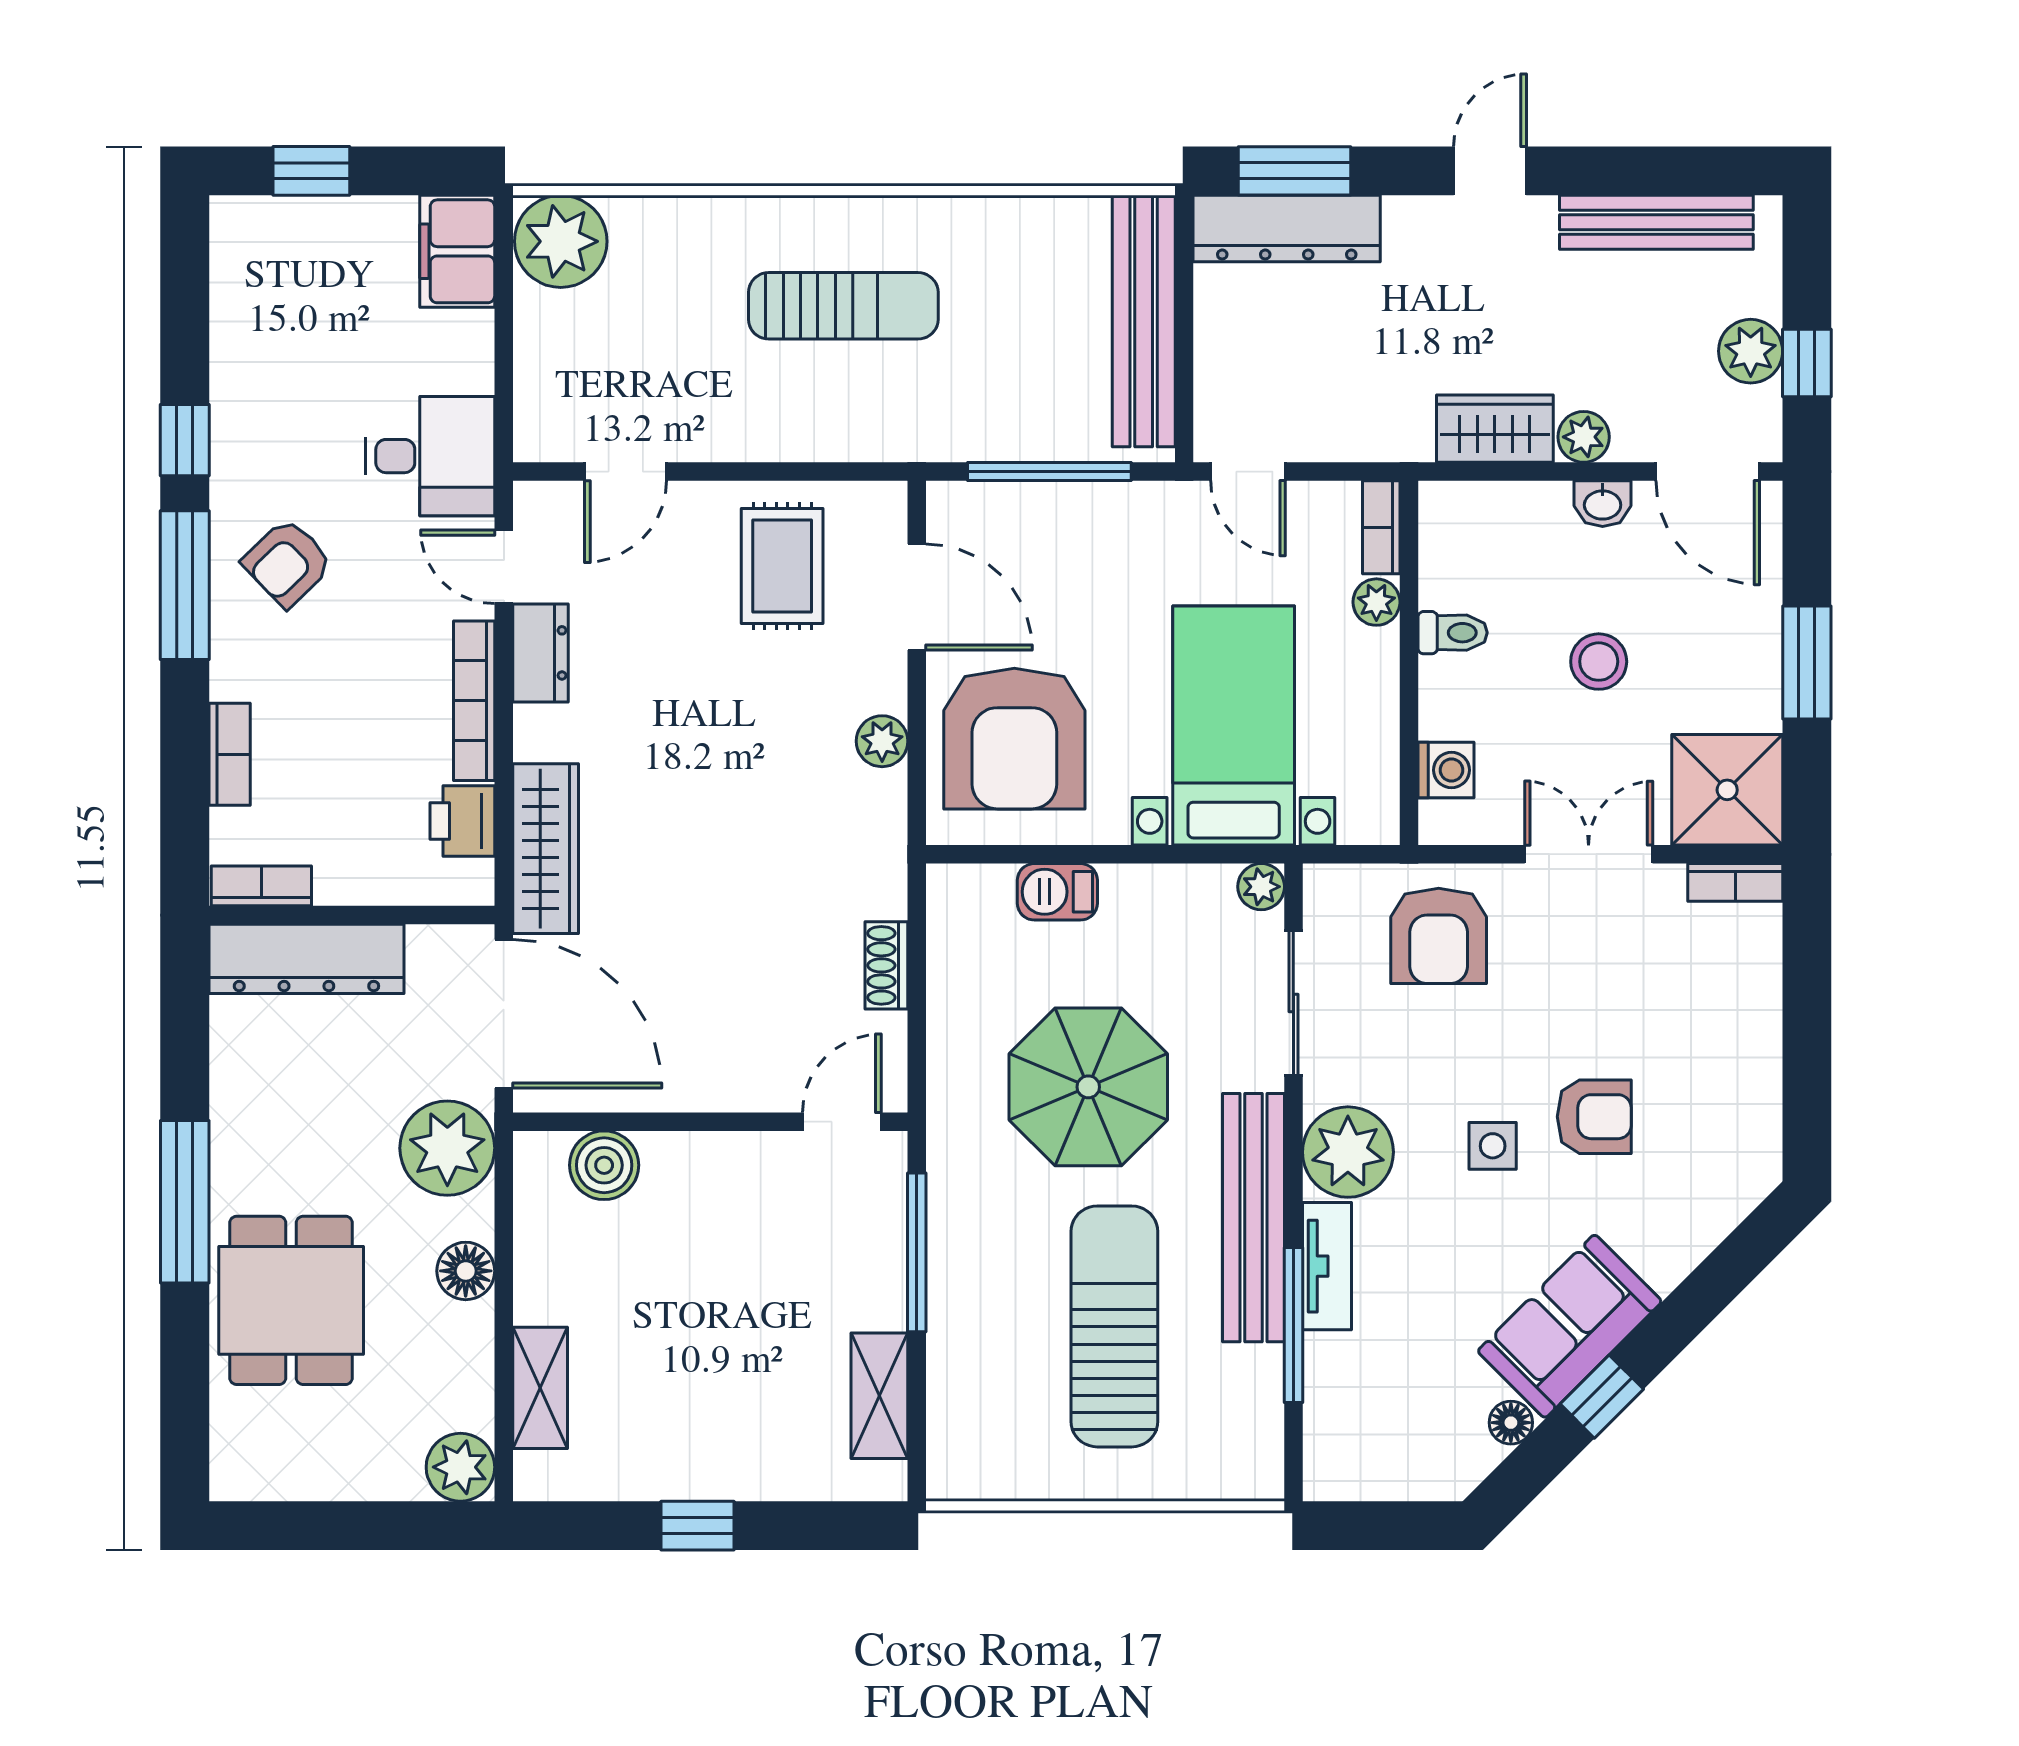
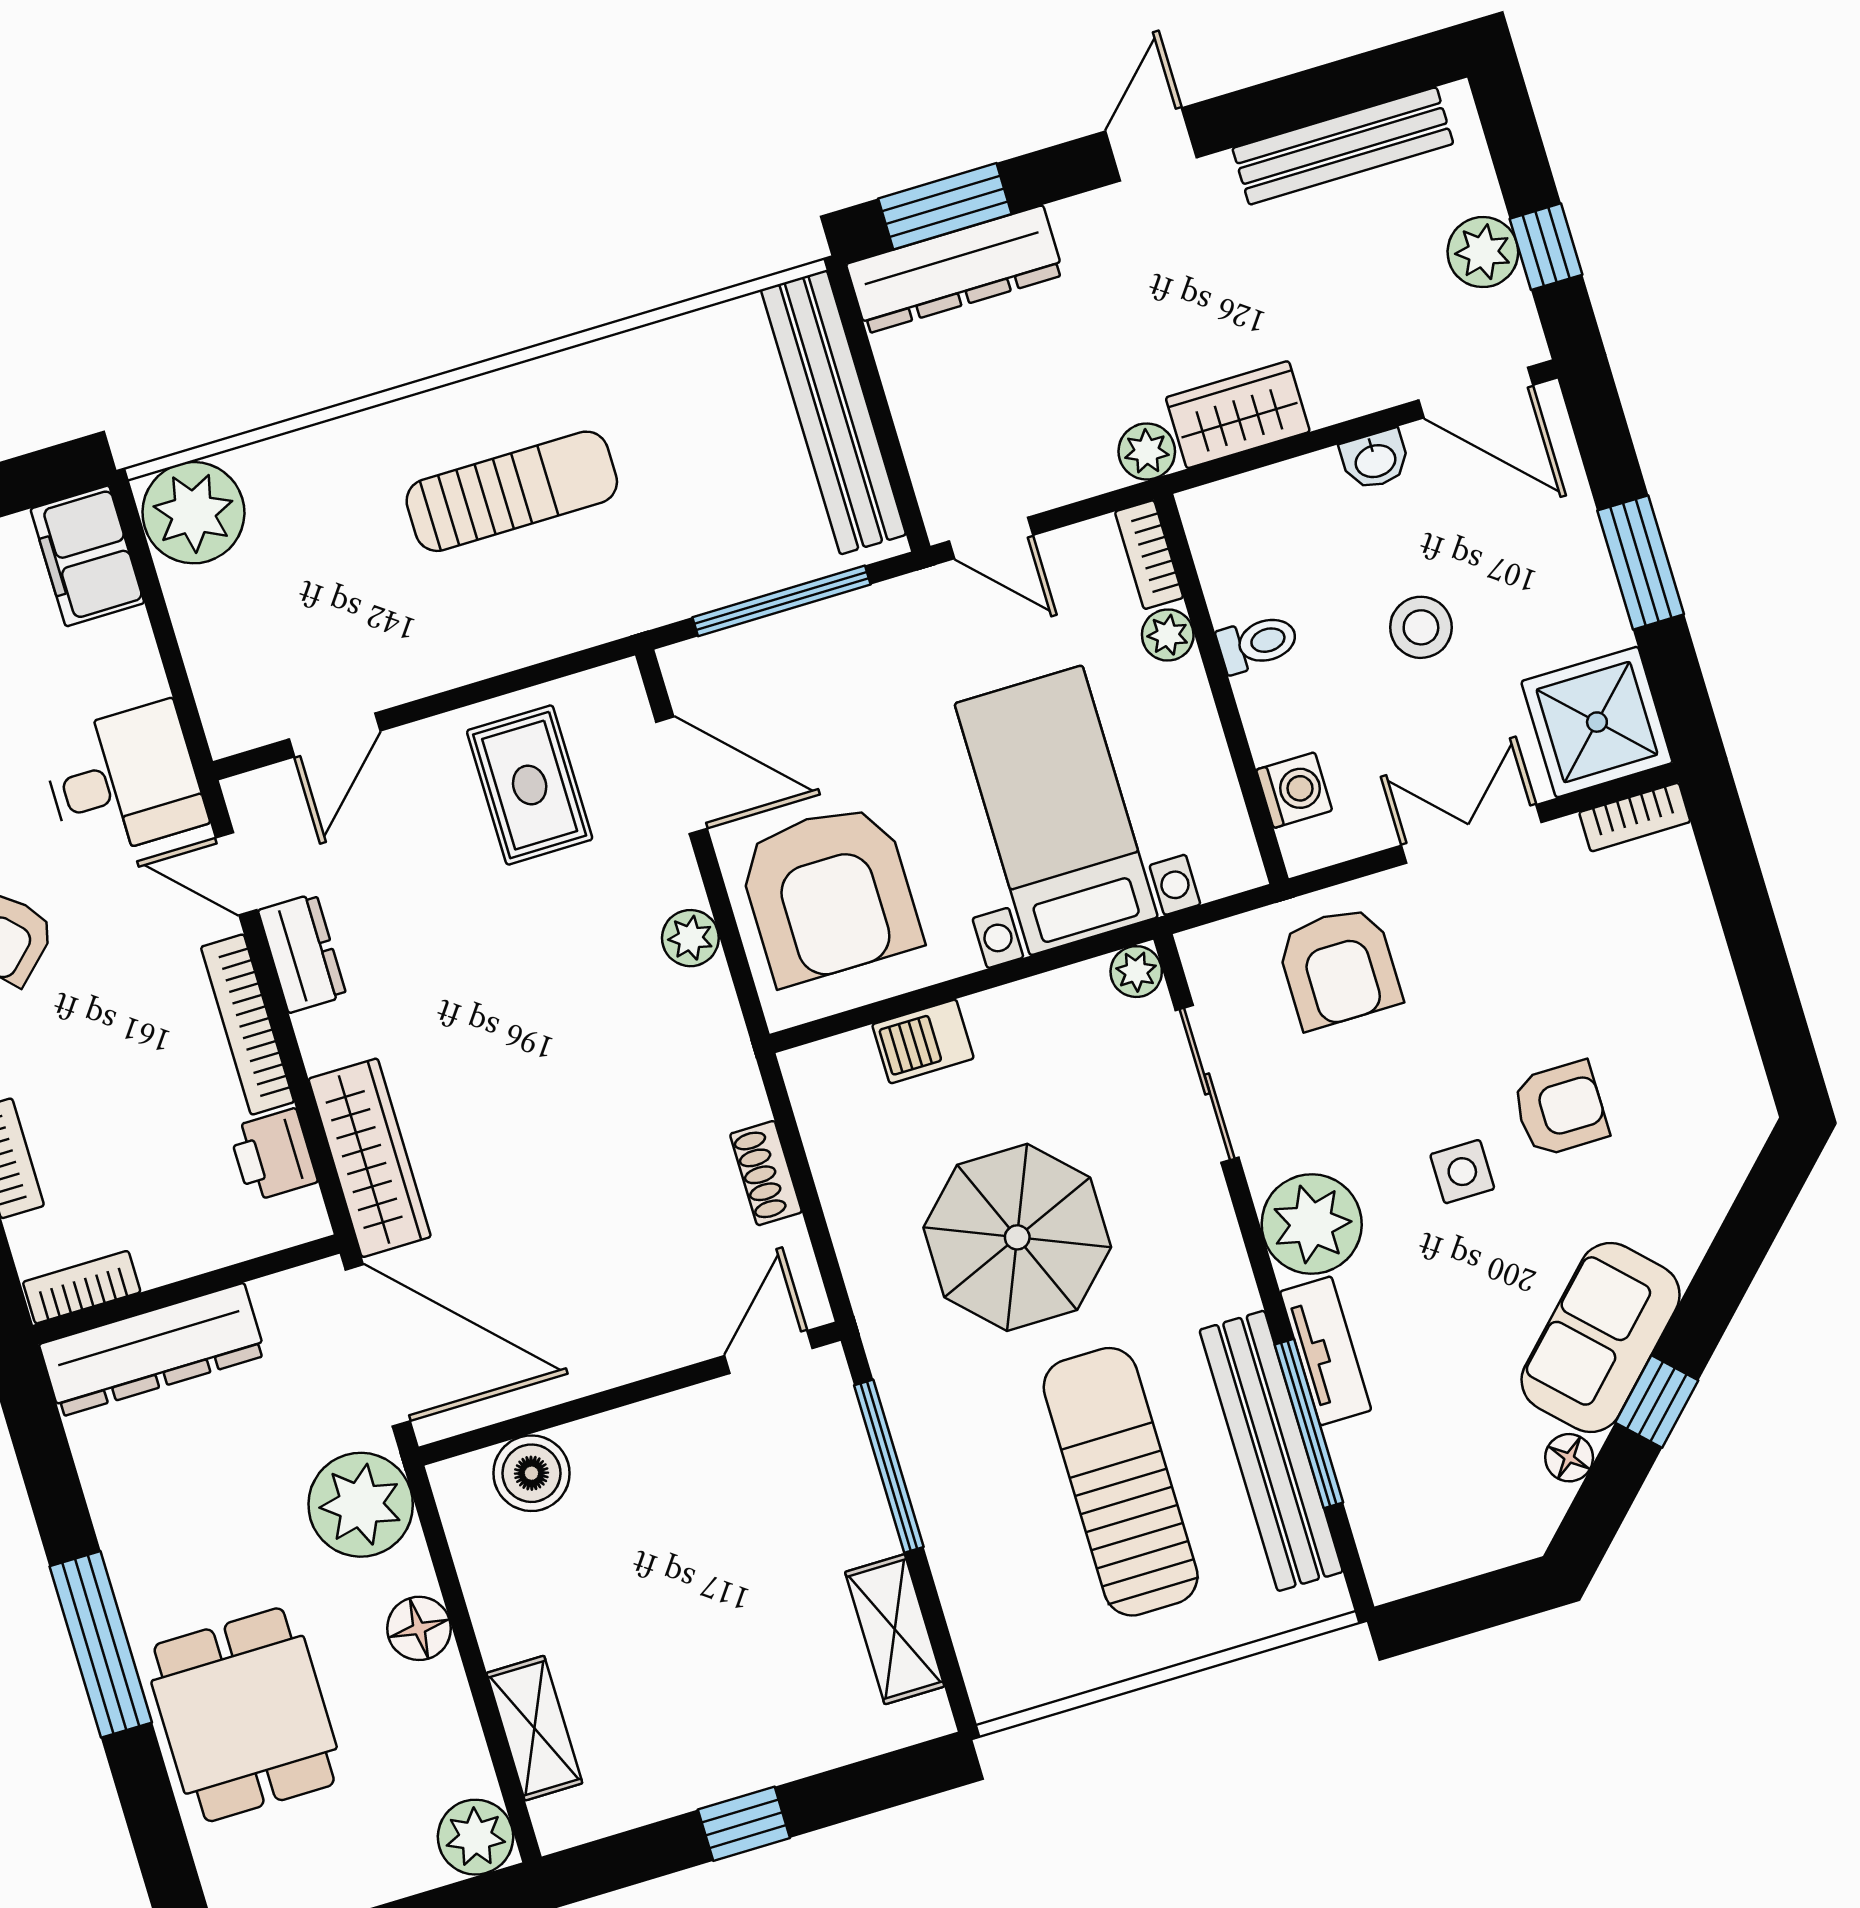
plant: (1584, 437) -> (1147, 451), moved
bench: (1253, 1218) -> (1271, 1451), moved

